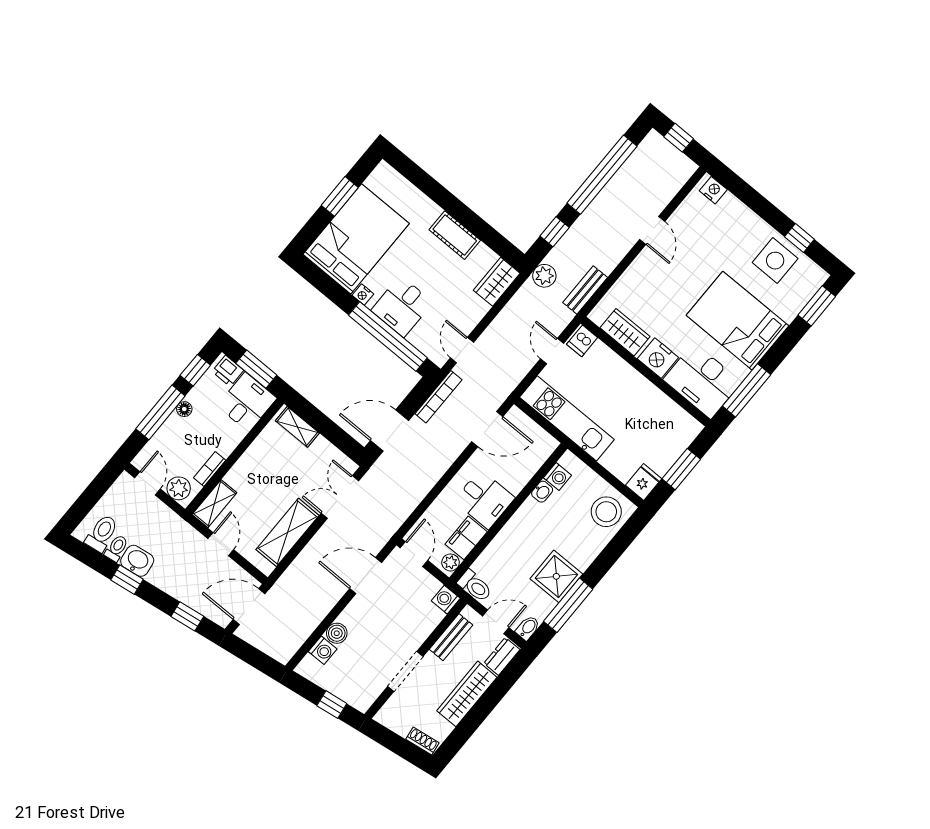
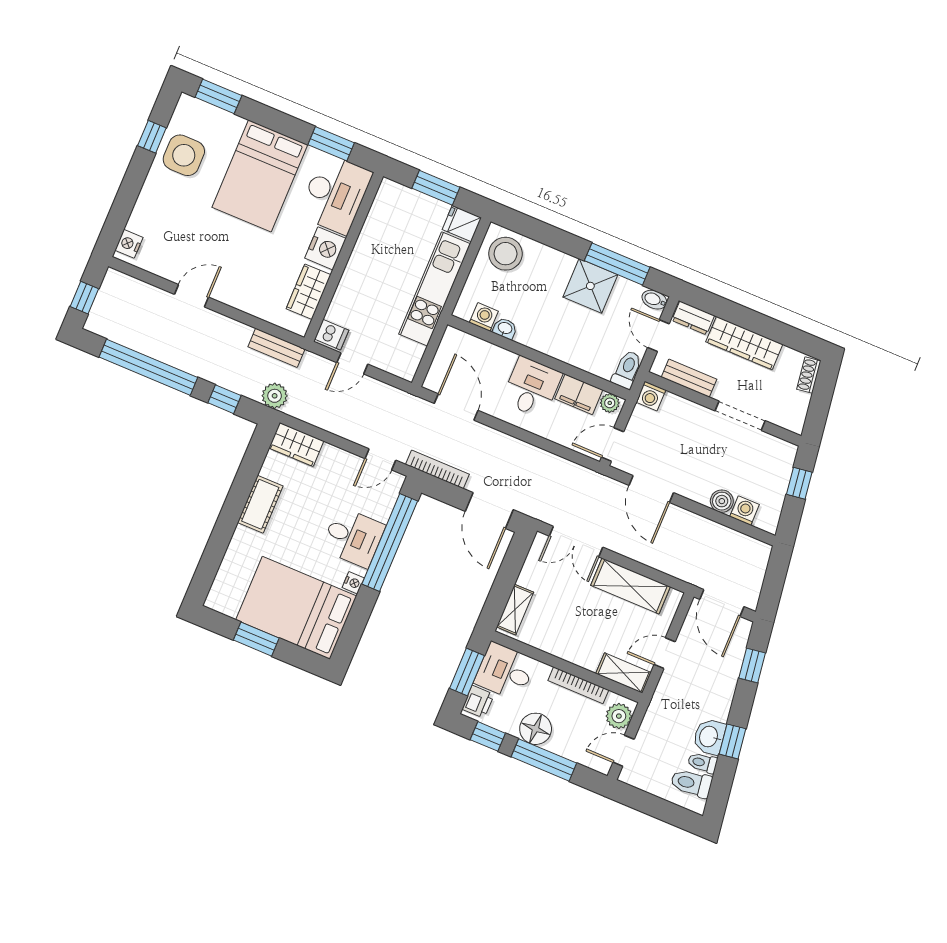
window: (747, 390) -> (331, 144), width x0.69
floor lamp: (184, 409) -> (536, 729), width x1.89, depth x1.89
kitchen unit: (567, 418) -> (435, 289), moved
bookcase: (210, 469) -> (578, 685), width x1.56

